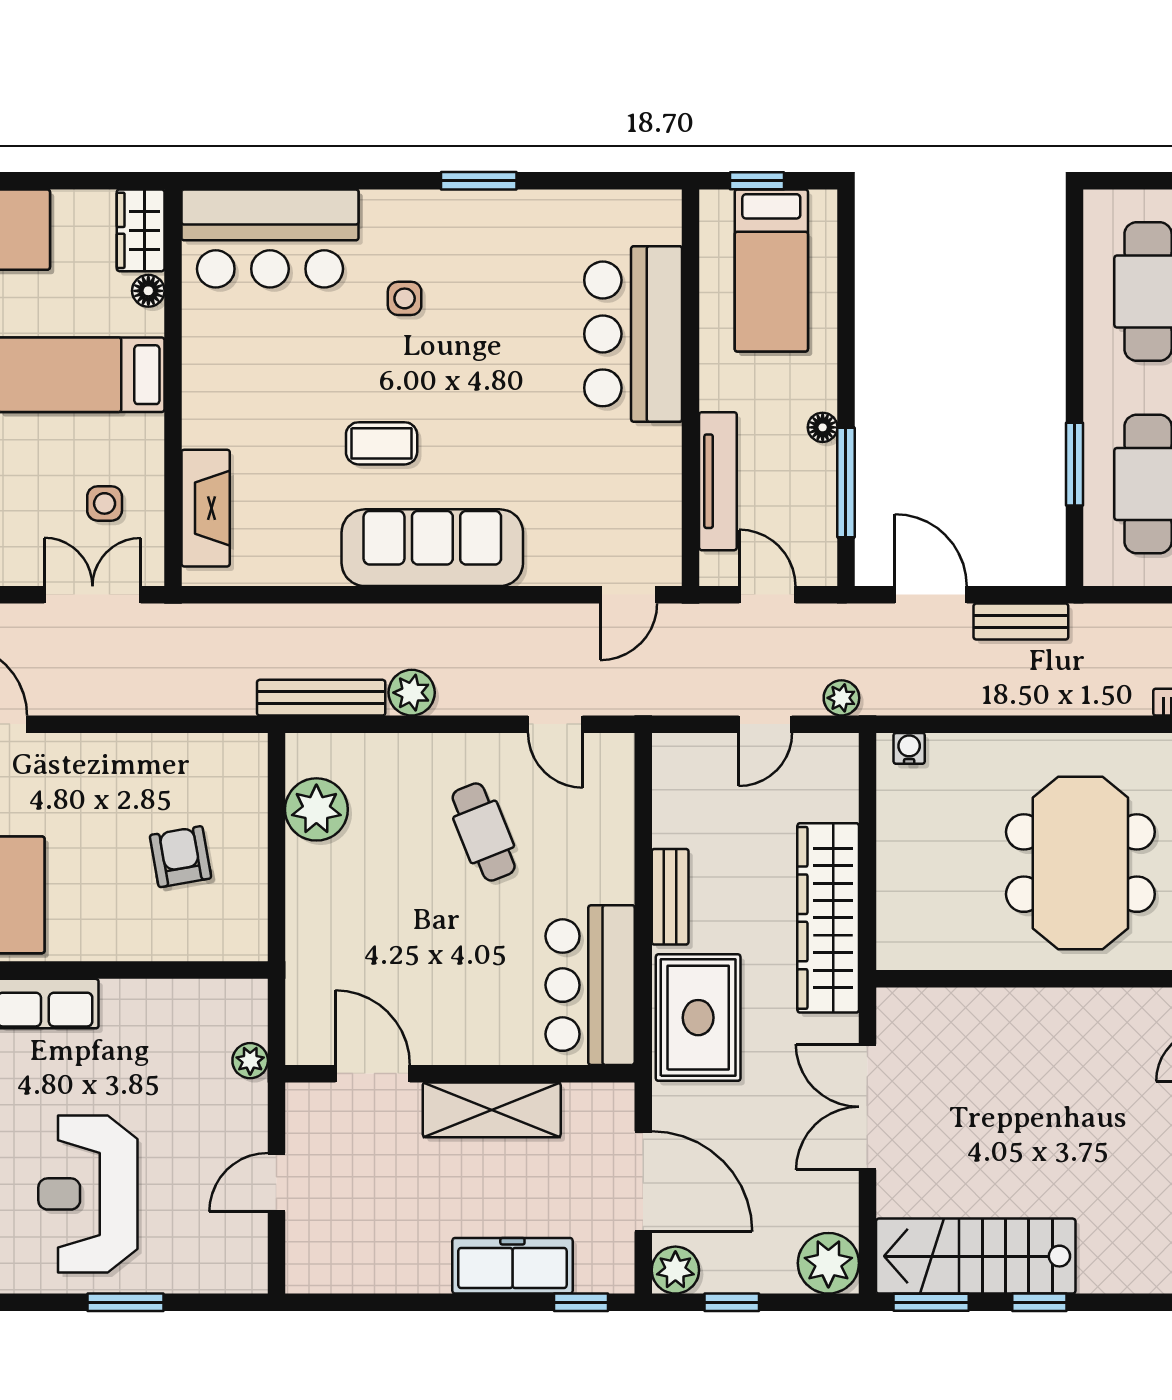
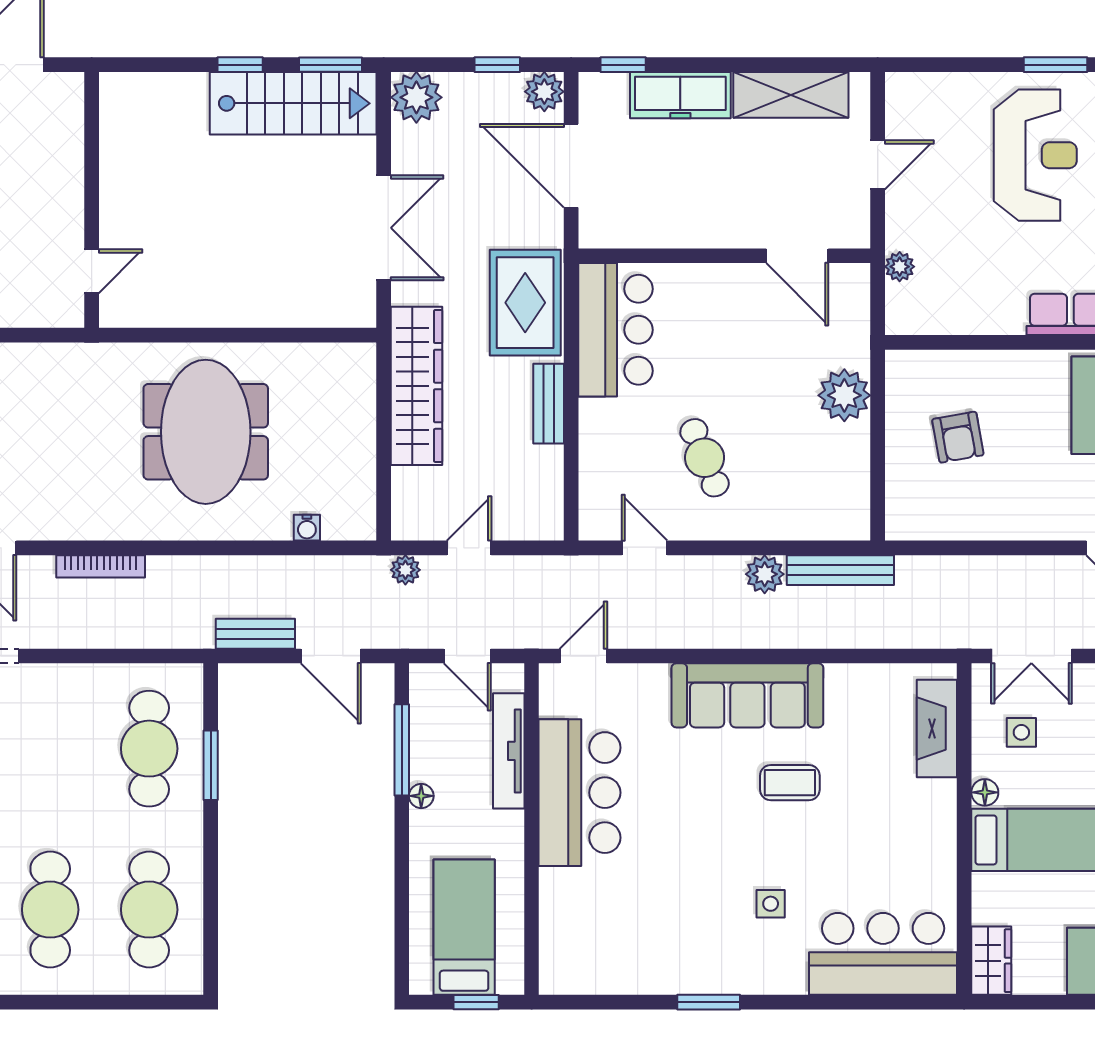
floor lamp: (148, 291) -> (985, 792), moved
bar counter: (633, 334) -> (580, 793), moved
water cooler: (909, 748) -> (307, 528), moved
plant: (316, 809) -> (844, 395), moved
shelving: (492, 1110) -> (791, 95), moved
window: (126, 1302) -> (1055, 65), moved

